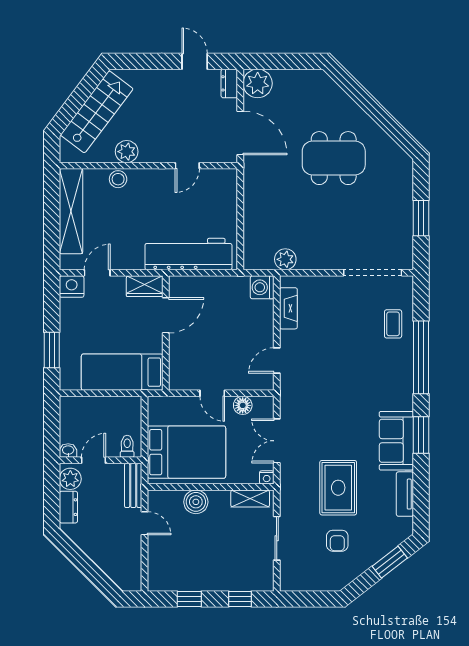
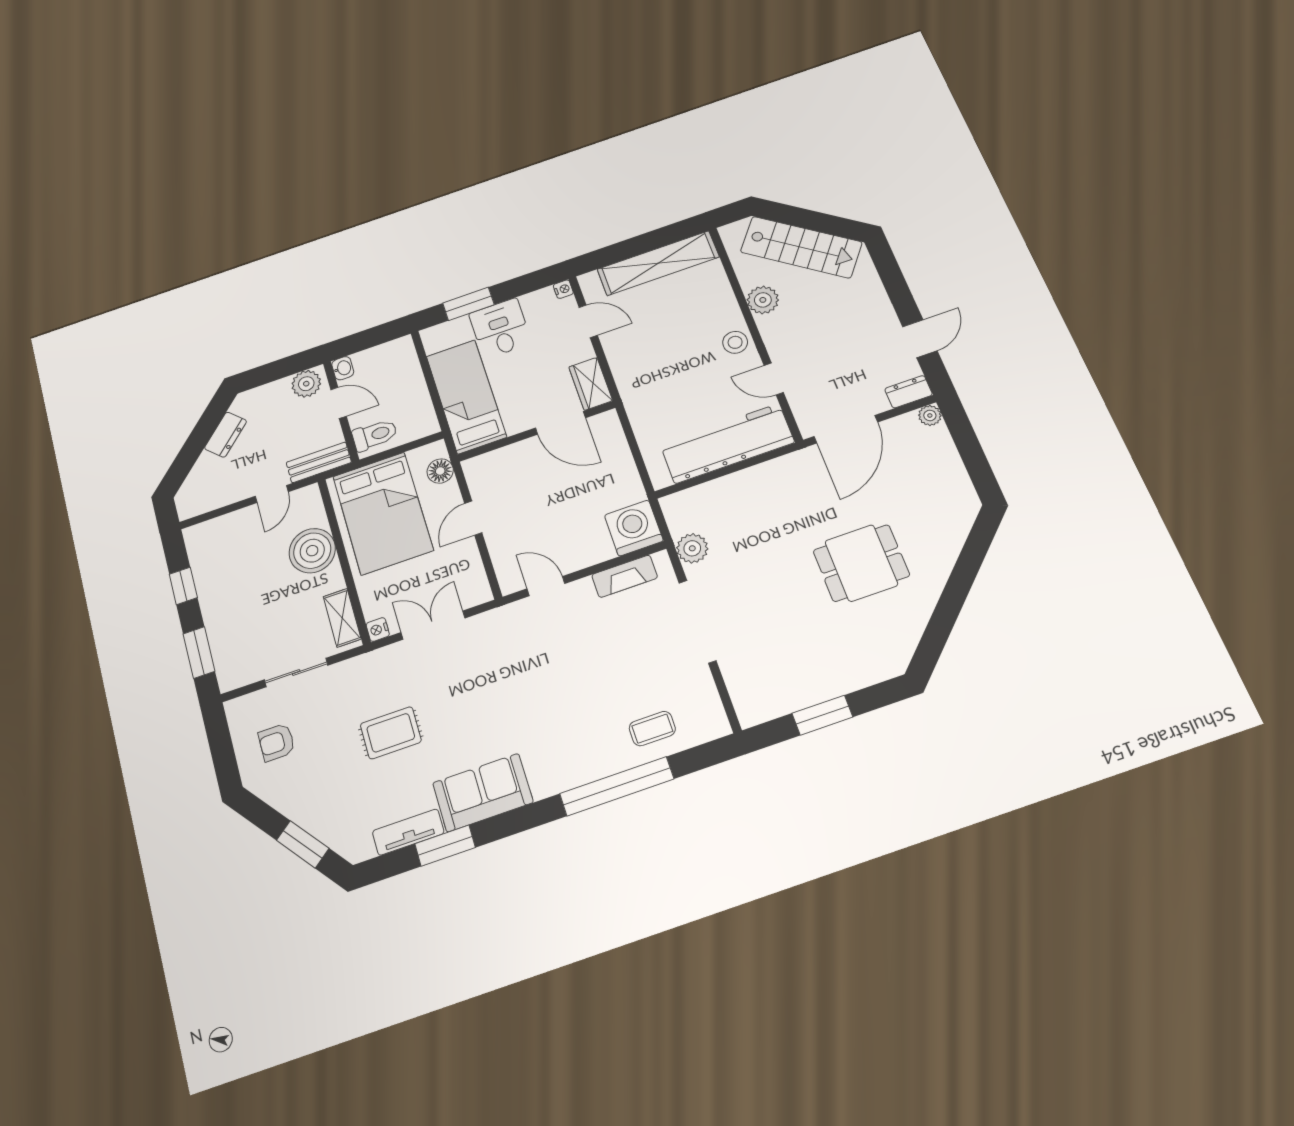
plant: (258, 83) -> (930, 415), width x0.53, depth x0.53
dining table: (334, 158) -> (861, 563), width x0.73
stool: (118, 179) -> (735, 342), moved
workbench: (188, 254) -> (727, 443), moved, turned -90
doorway: (373, 273) -> (697, 622), moved
nightstand: (72, 287) -> (563, 289), width x0.53, depth x0.56
washing machine: (262, 287) -> (634, 528), width x1.37, depth x1.37
desk: (79, 334) -> (500, 328), added
floor lamp: (243, 405) -> (440, 471), moved
window: (421, 435) -> (445, 846), moved
toilet: (127, 446) -> (375, 435), width x1.37, depth x1.39
rug: (338, 488) -> (391, 733), width x0.73, depth x0.70
boiler: (196, 502) -> (312, 551), width x1.37, depth x1.37
dresser: (68, 507) -> (226, 435), moved, turned -45
armchair: (337, 541) -> (277, 742), moved
window: (240, 599) -> (199, 652), width x1.50

